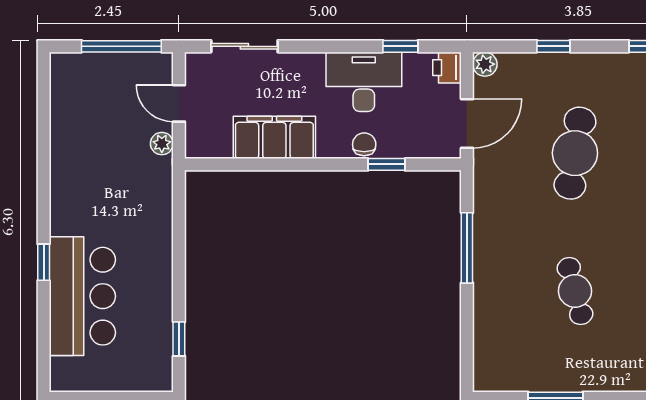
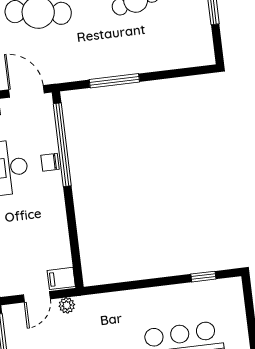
filing cabinet: (274, 137) -> (61, 278), moved, width x0.33, depth x0.86
window: (387, 164) -> (62, 145), width x3.17

